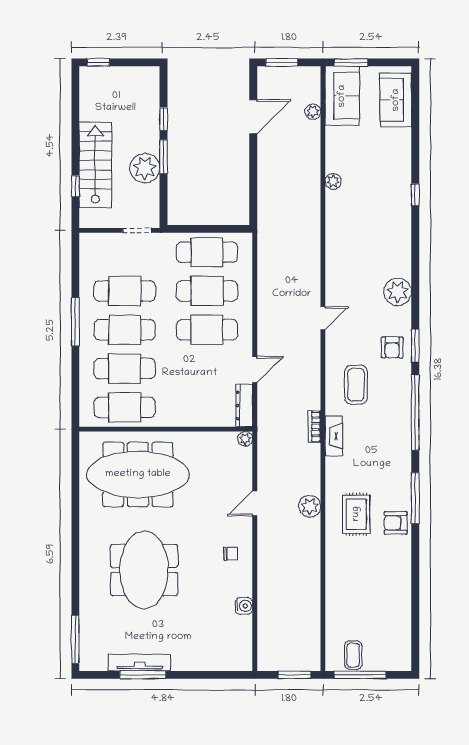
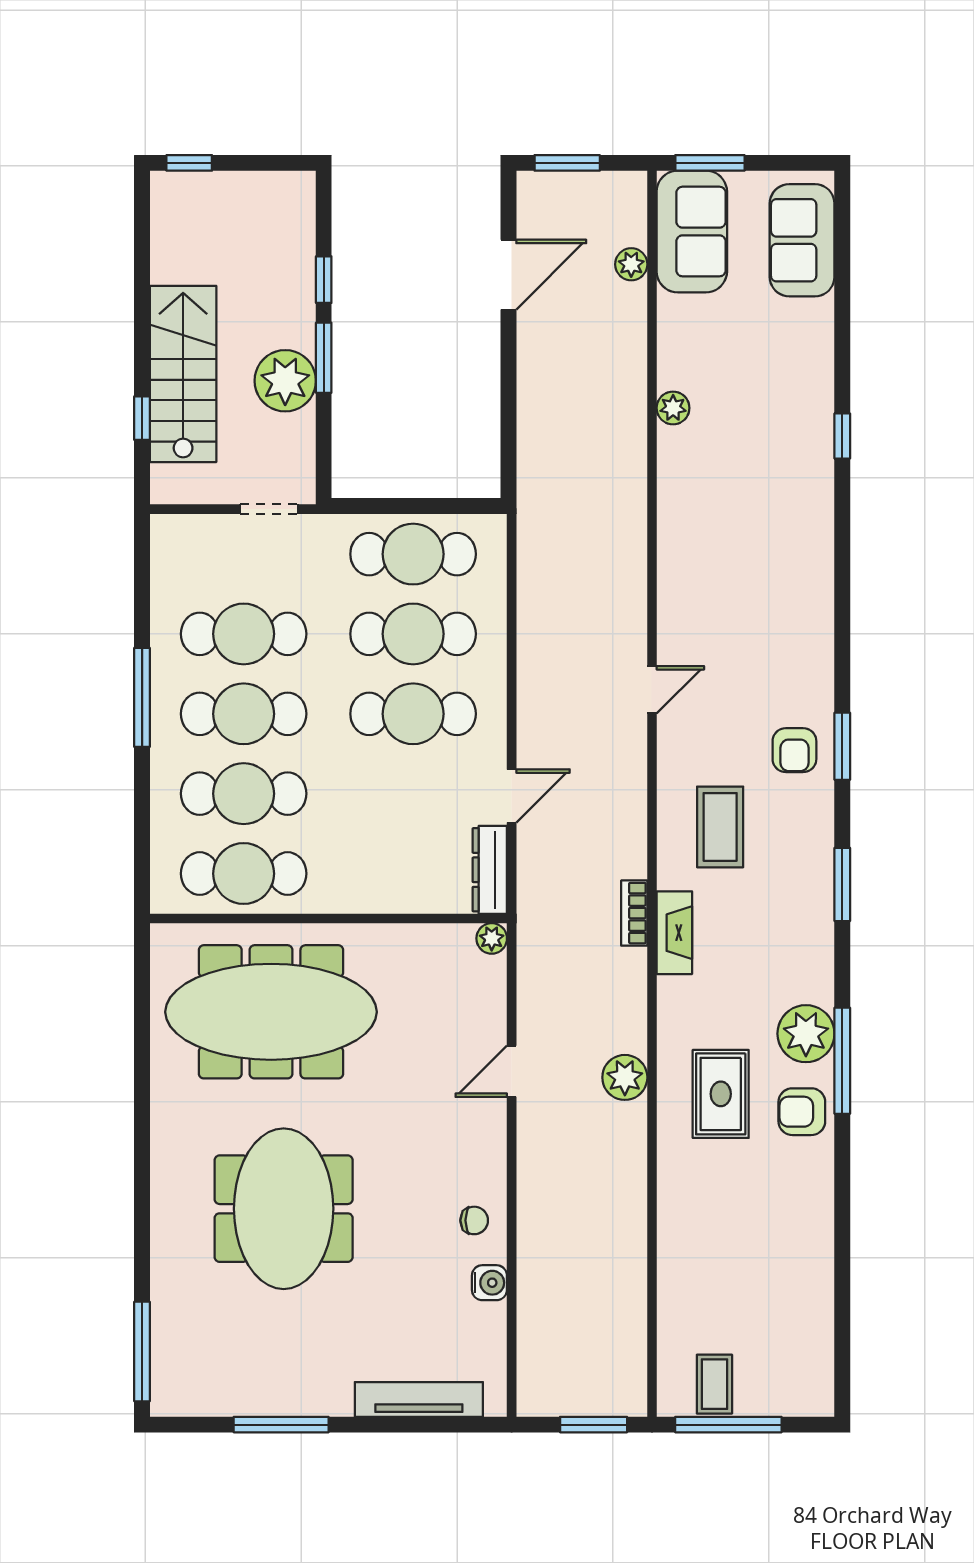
plant: (398, 292) -> (806, 1034), moved
window: (415, 413) -> (842, 884), width x0.47
chair: (231, 554) -> (474, 1220), moved
tv unit: (140, 663) -> (419, 1399), moved

